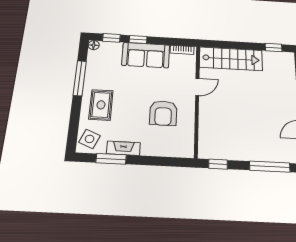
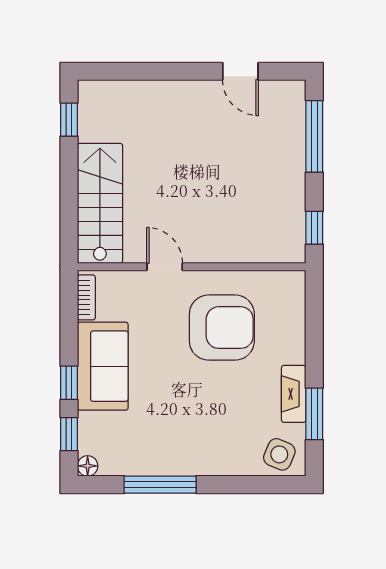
rug: (101, 105) -> (212, 441), removed
armchair: (163, 113) -> (222, 328), width x1.36, depth x1.36

